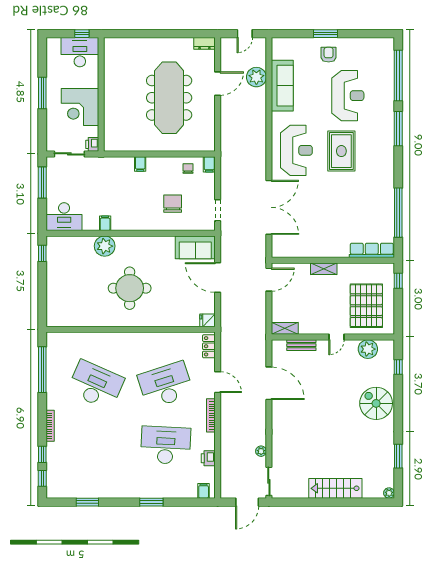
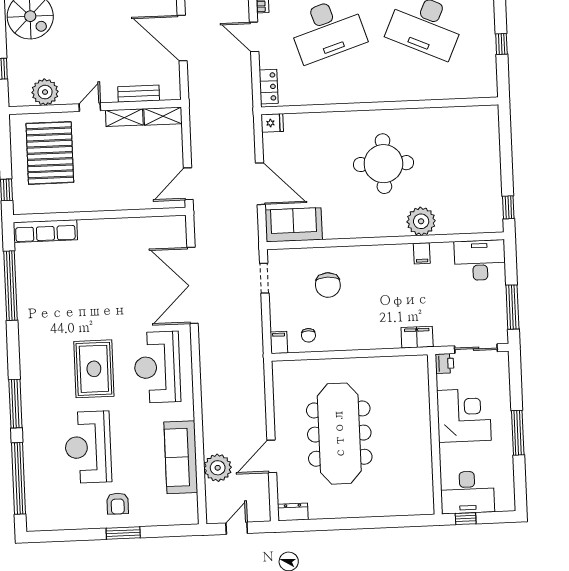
filing cabinet: (140, 164) -> (417, 337), moved, width x2.00
shelving: (324, 269) -> (124, 118), moved
window: (42, 370) -> (501, 44), width x0.32

